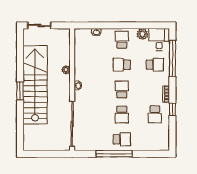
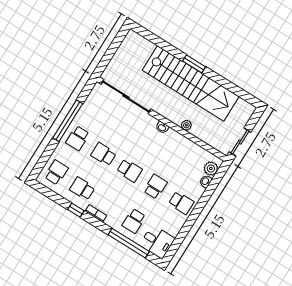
sliding door: (39, 25) -> (240, 142), moved
plant: (142, 34) -> (211, 169), moved
school desk: (155, 139) -> (56, 172), added

